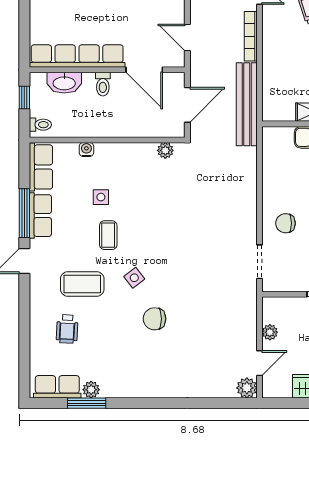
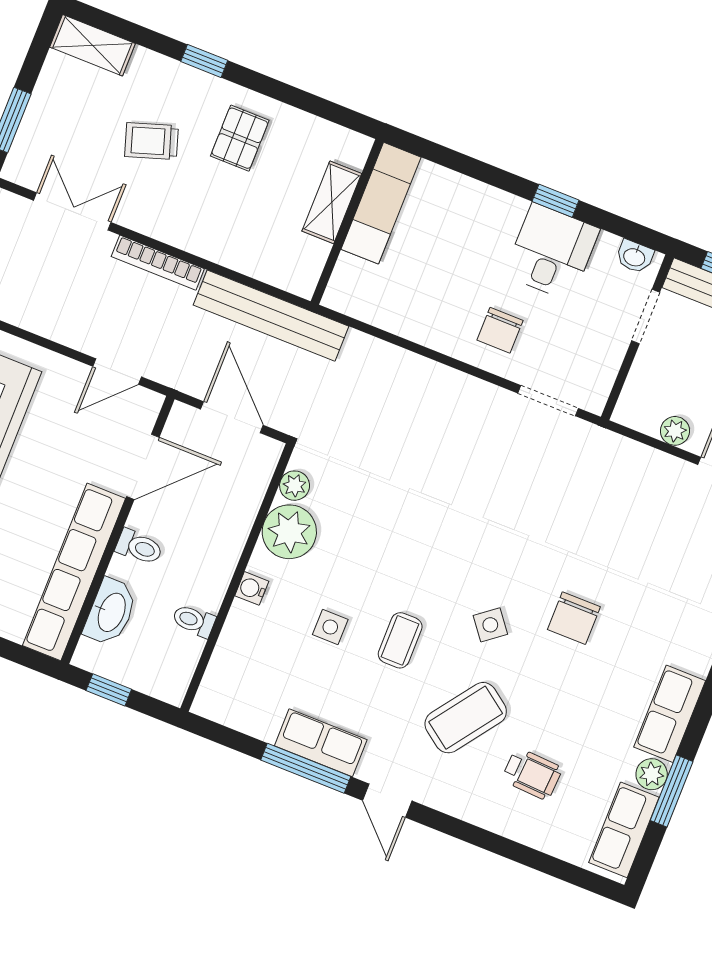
toilet: (40, 125) -> (194, 621), moved, turned -90
water cooler: (86, 149) -> (252, 588), moved
plant: (141, 157) -> (289, 532), added
row of seats: (41, 167) -> (670, 714), moved, turned -90
coffee table: (108, 235) -> (400, 640), turned 90
coffee table: (82, 284) -> (466, 718), turned 36

